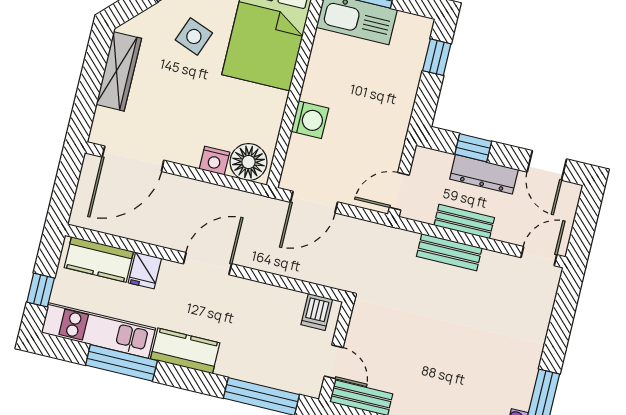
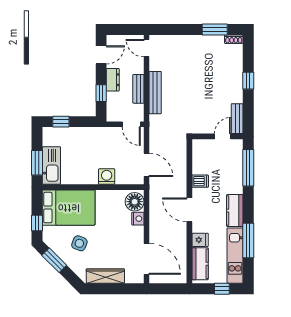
dresser: (484, 174) -> (113, 80), width x0.70
bench: (449, 252) -> (155, 93), width x1.36
dishwasher: (317, 312) -> (200, 181), moved

